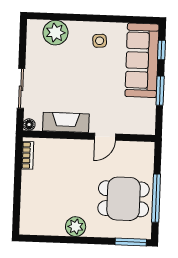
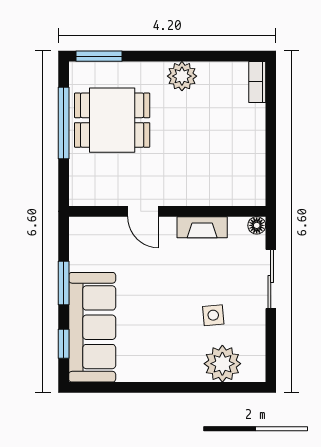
side table: (100, 41) -> (213, 315), moved
fireplace: (66, 122) -> (202, 227), width x0.73, depth x0.76
door: (105, 137) -> (143, 211), swing flipped
bookcase: (28, 155) -> (257, 82), moved

